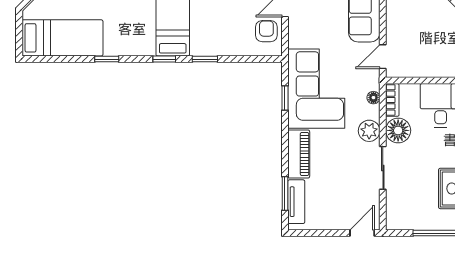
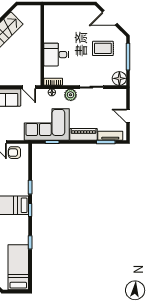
floor lamp: (398, 130) -> (119, 78), moved
door: (362, 233) -> (128, 116), moved

